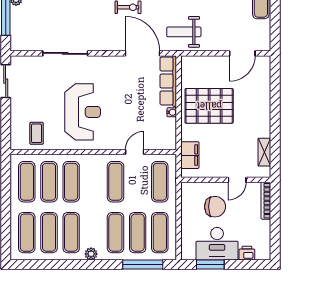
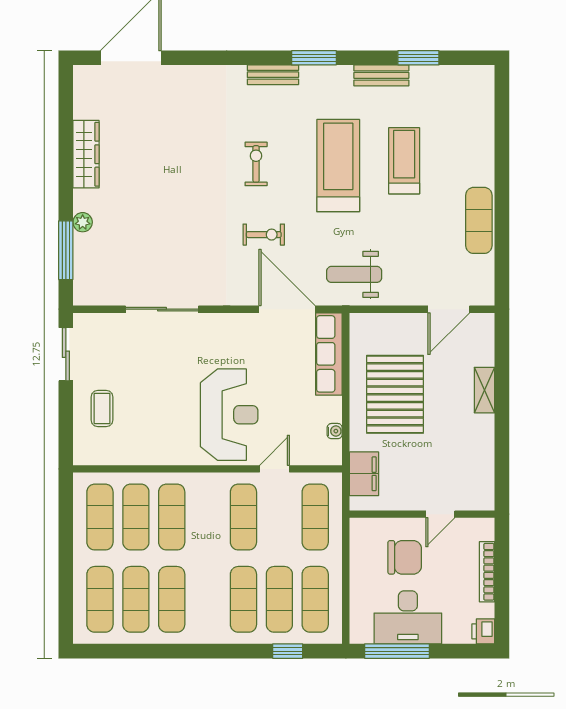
pallet: (209, 106) -> (395, 394), turned 90
reception desk: (83, 112) -> (229, 415), moved
water cooler: (172, 112) -> (335, 431), moved
coffee table: (37, 133) -> (102, 408), moved
shelving: (264, 152) -> (485, 390), moved
bookcase: (266, 201) -> (487, 572), moved
printer: (247, 253) -> (483, 631), moved, turned -90
plant: (91, 254) -> (204, 634), removed
window: (143, 265) -> (288, 651), width x0.46
window: (210, 265) -> (397, 651), width x1.44

